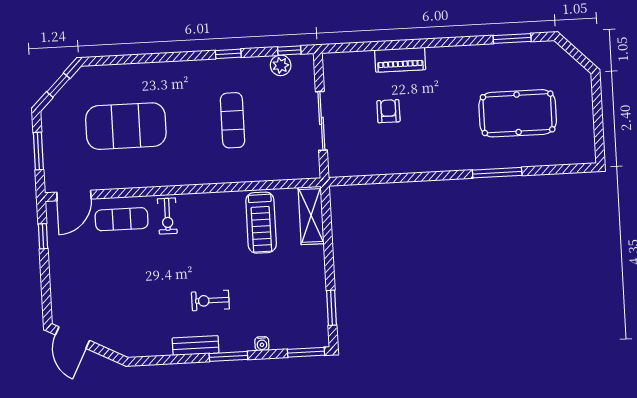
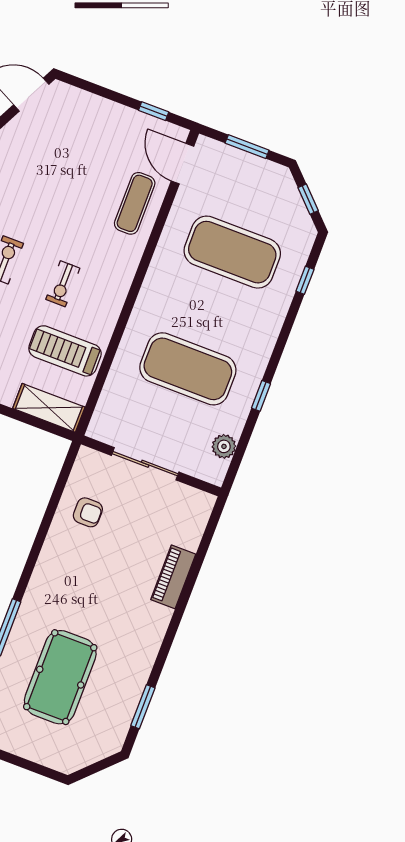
window: (289, 51) -> (305, 280), moved
armchair: (388, 111) -> (88, 512), moved
exercise mat: (232, 120) -> (188, 369), width x2.00, depth x1.45
exercise mat: (126, 126) -> (232, 252), turned 90
exercise bike: (167, 216) -> (63, 284), moved, turned -90

